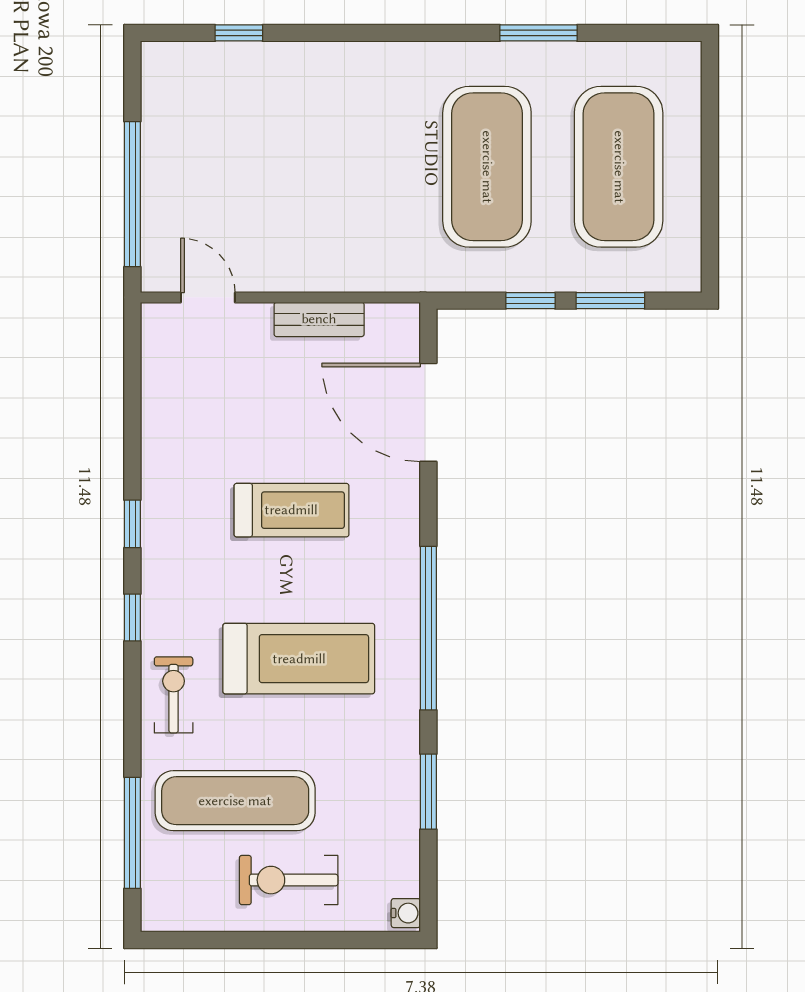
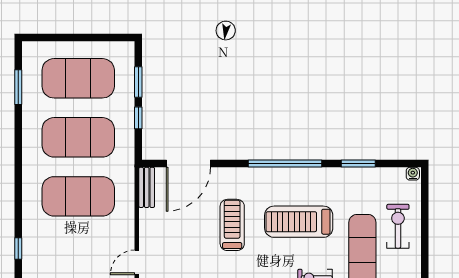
window: (539, 33) -> (18, 87), moved
exercise mat: (355, 167) -> (78, 196), added
bench: (319, 319) -> (147, 187), moved
treadmill: (299, 659) -> (299, 222), turned -90
exercise bike: (289, 880) -> (398, 226), turned 180

